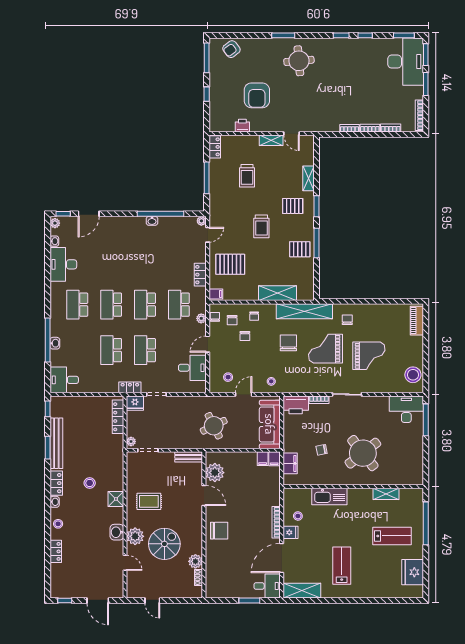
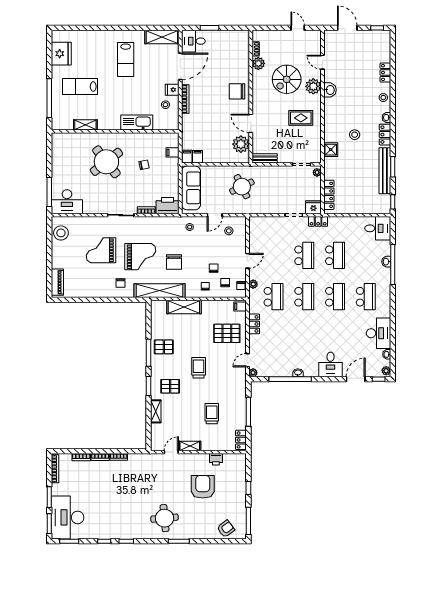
door: (292, 133) -> (171, 452), hinge flipped
desk: (192, 368) -> (331, 364), moved, turned -90
filing cabinet: (290, 463) -> (173, 152), width x0.50
shower: (116, 499) -> (331, 150), moved

